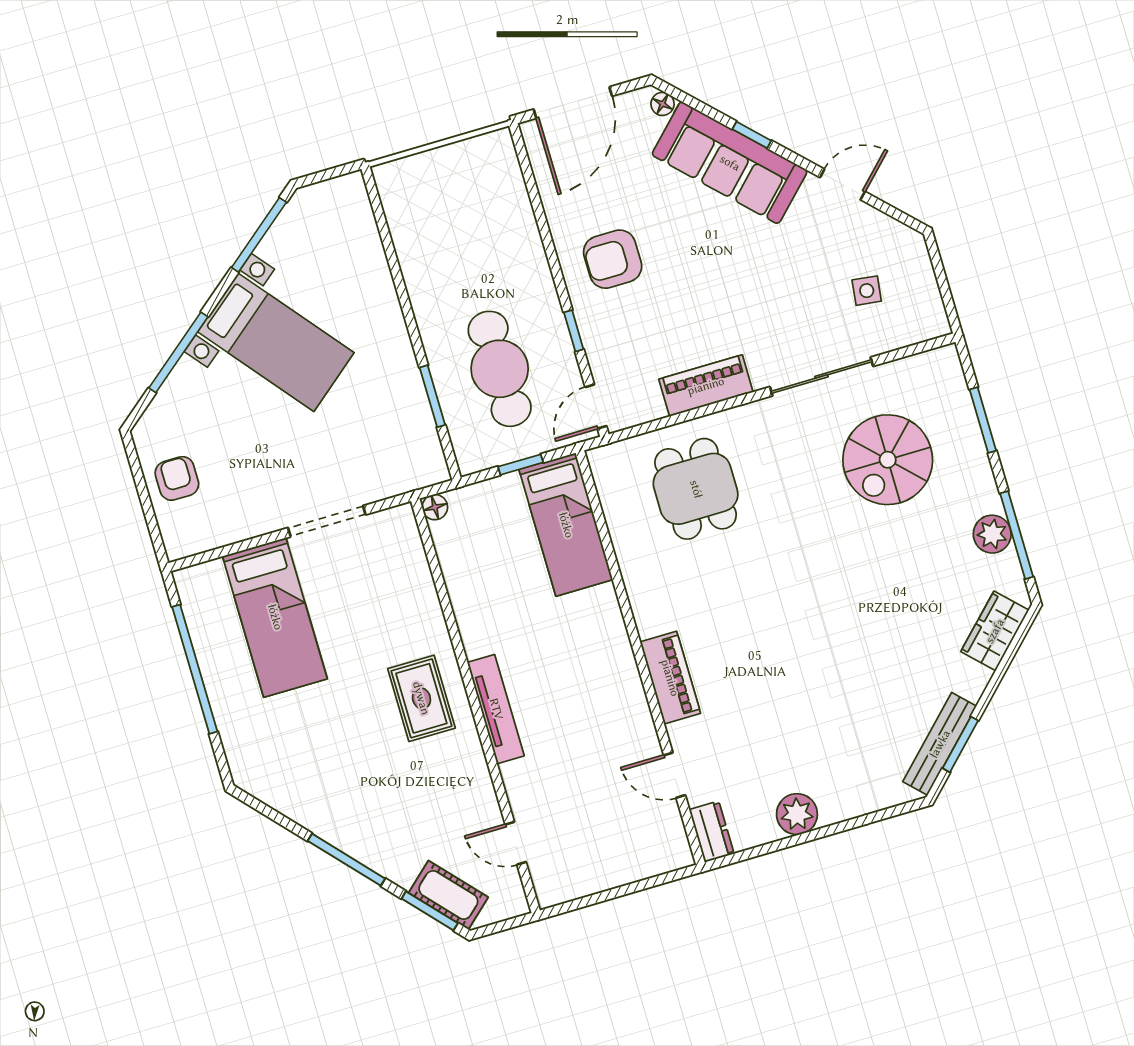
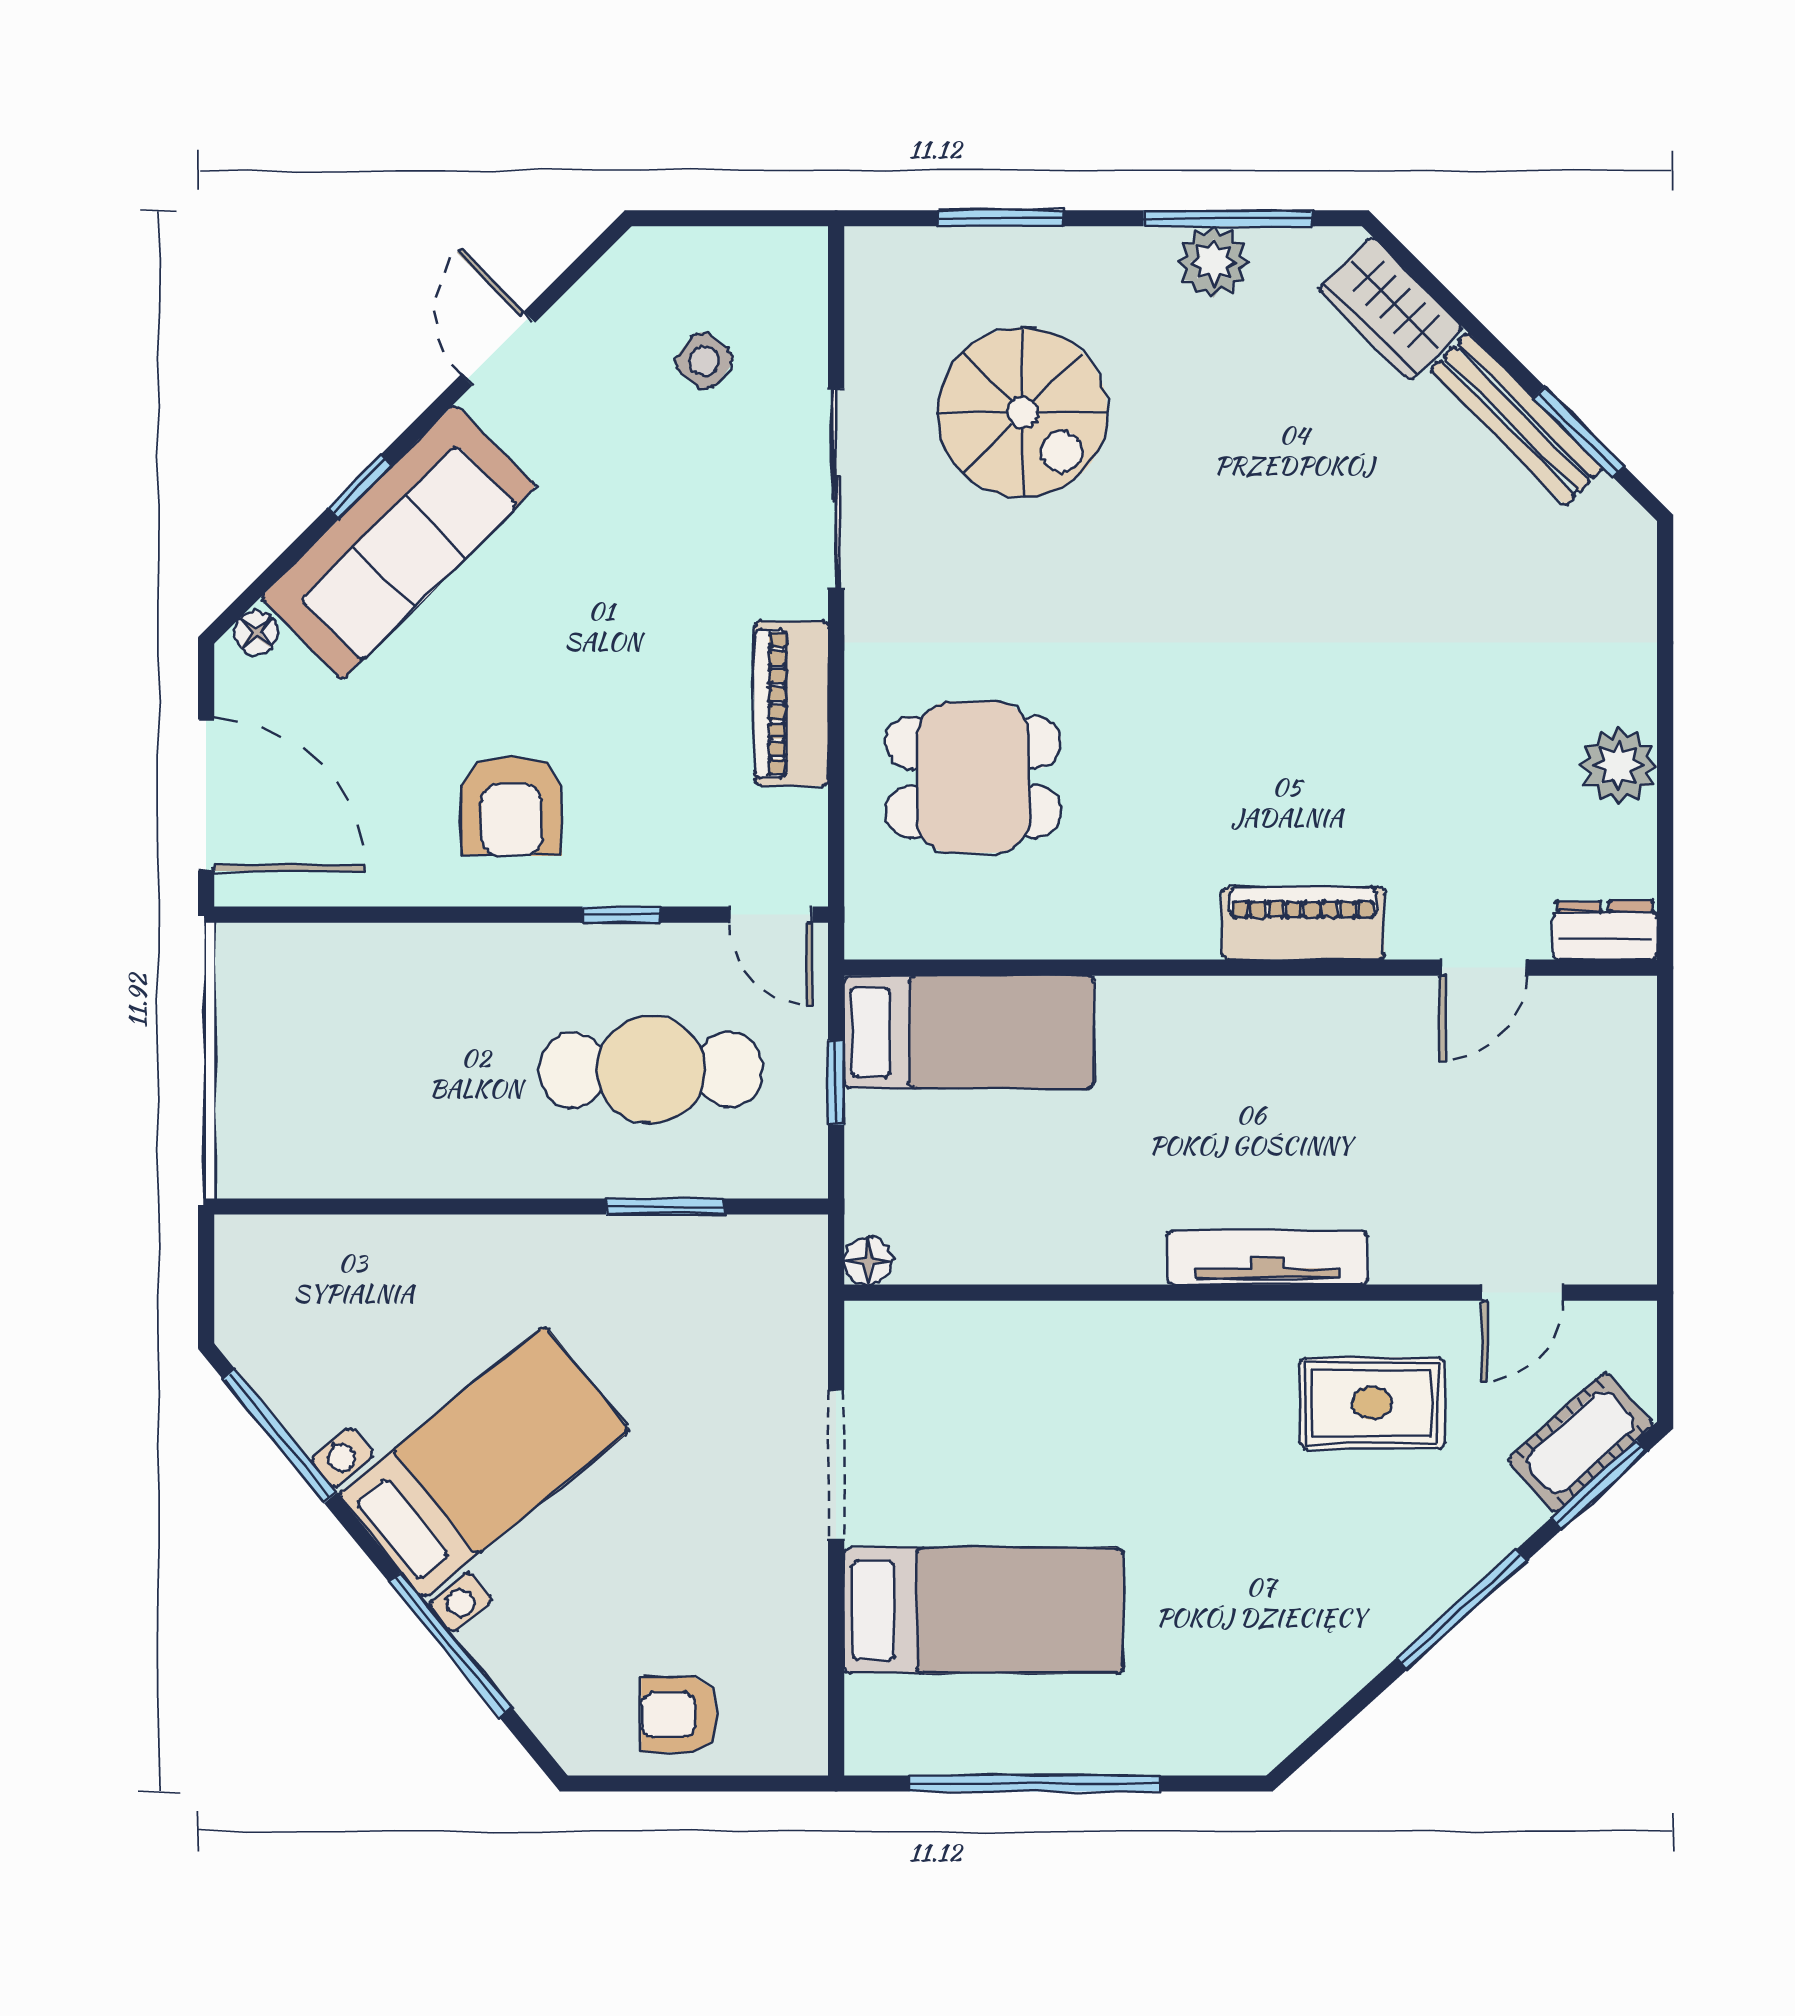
side table: (867, 291) -> (704, 361), turned 30
rug: (421, 698) -> (1372, 1403), moved
bench: (940, 744) -> (1517, 419), moved

